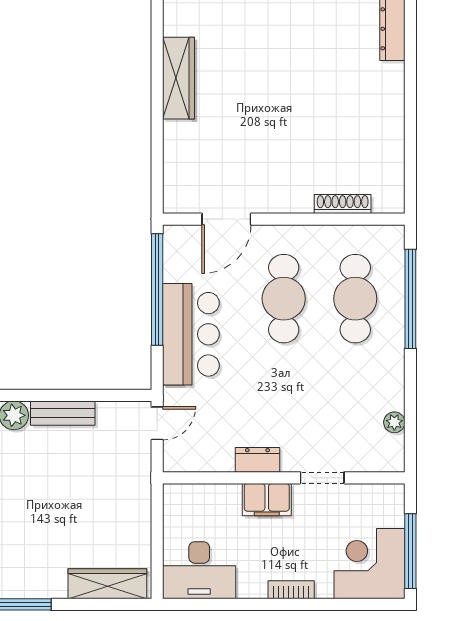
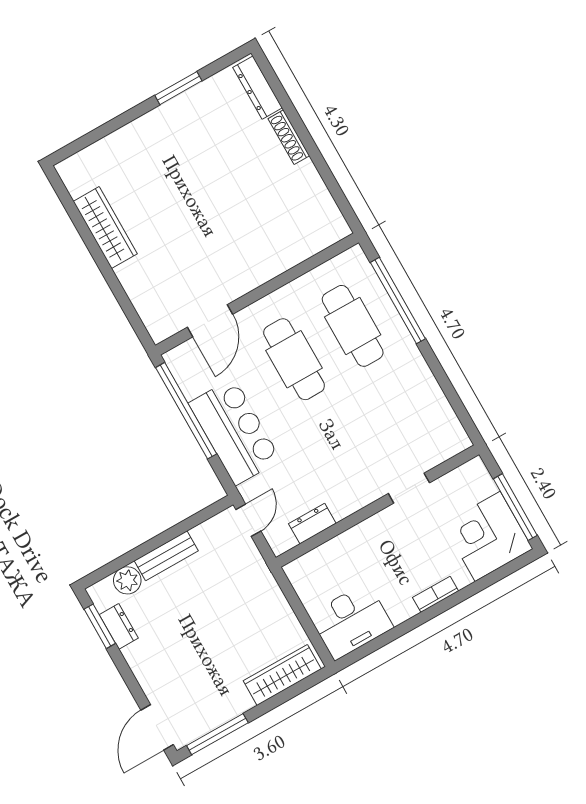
shoe rack: (343, 204) -> (289, 137), moved, turned -90
plant: (394, 422) -> (442, 409), removed
dresser: (258, 460) -> (312, 524), moved
filing cabinet: (267, 500) -> (374, 532), removed

